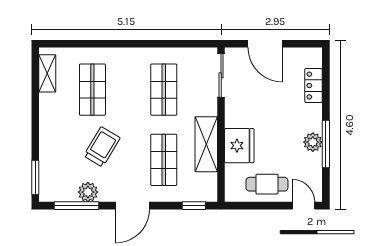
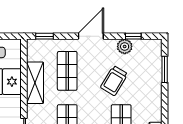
window: (35, 178) -> (165, 69), moved
window: (77, 206) -> (133, 36), width x0.46

